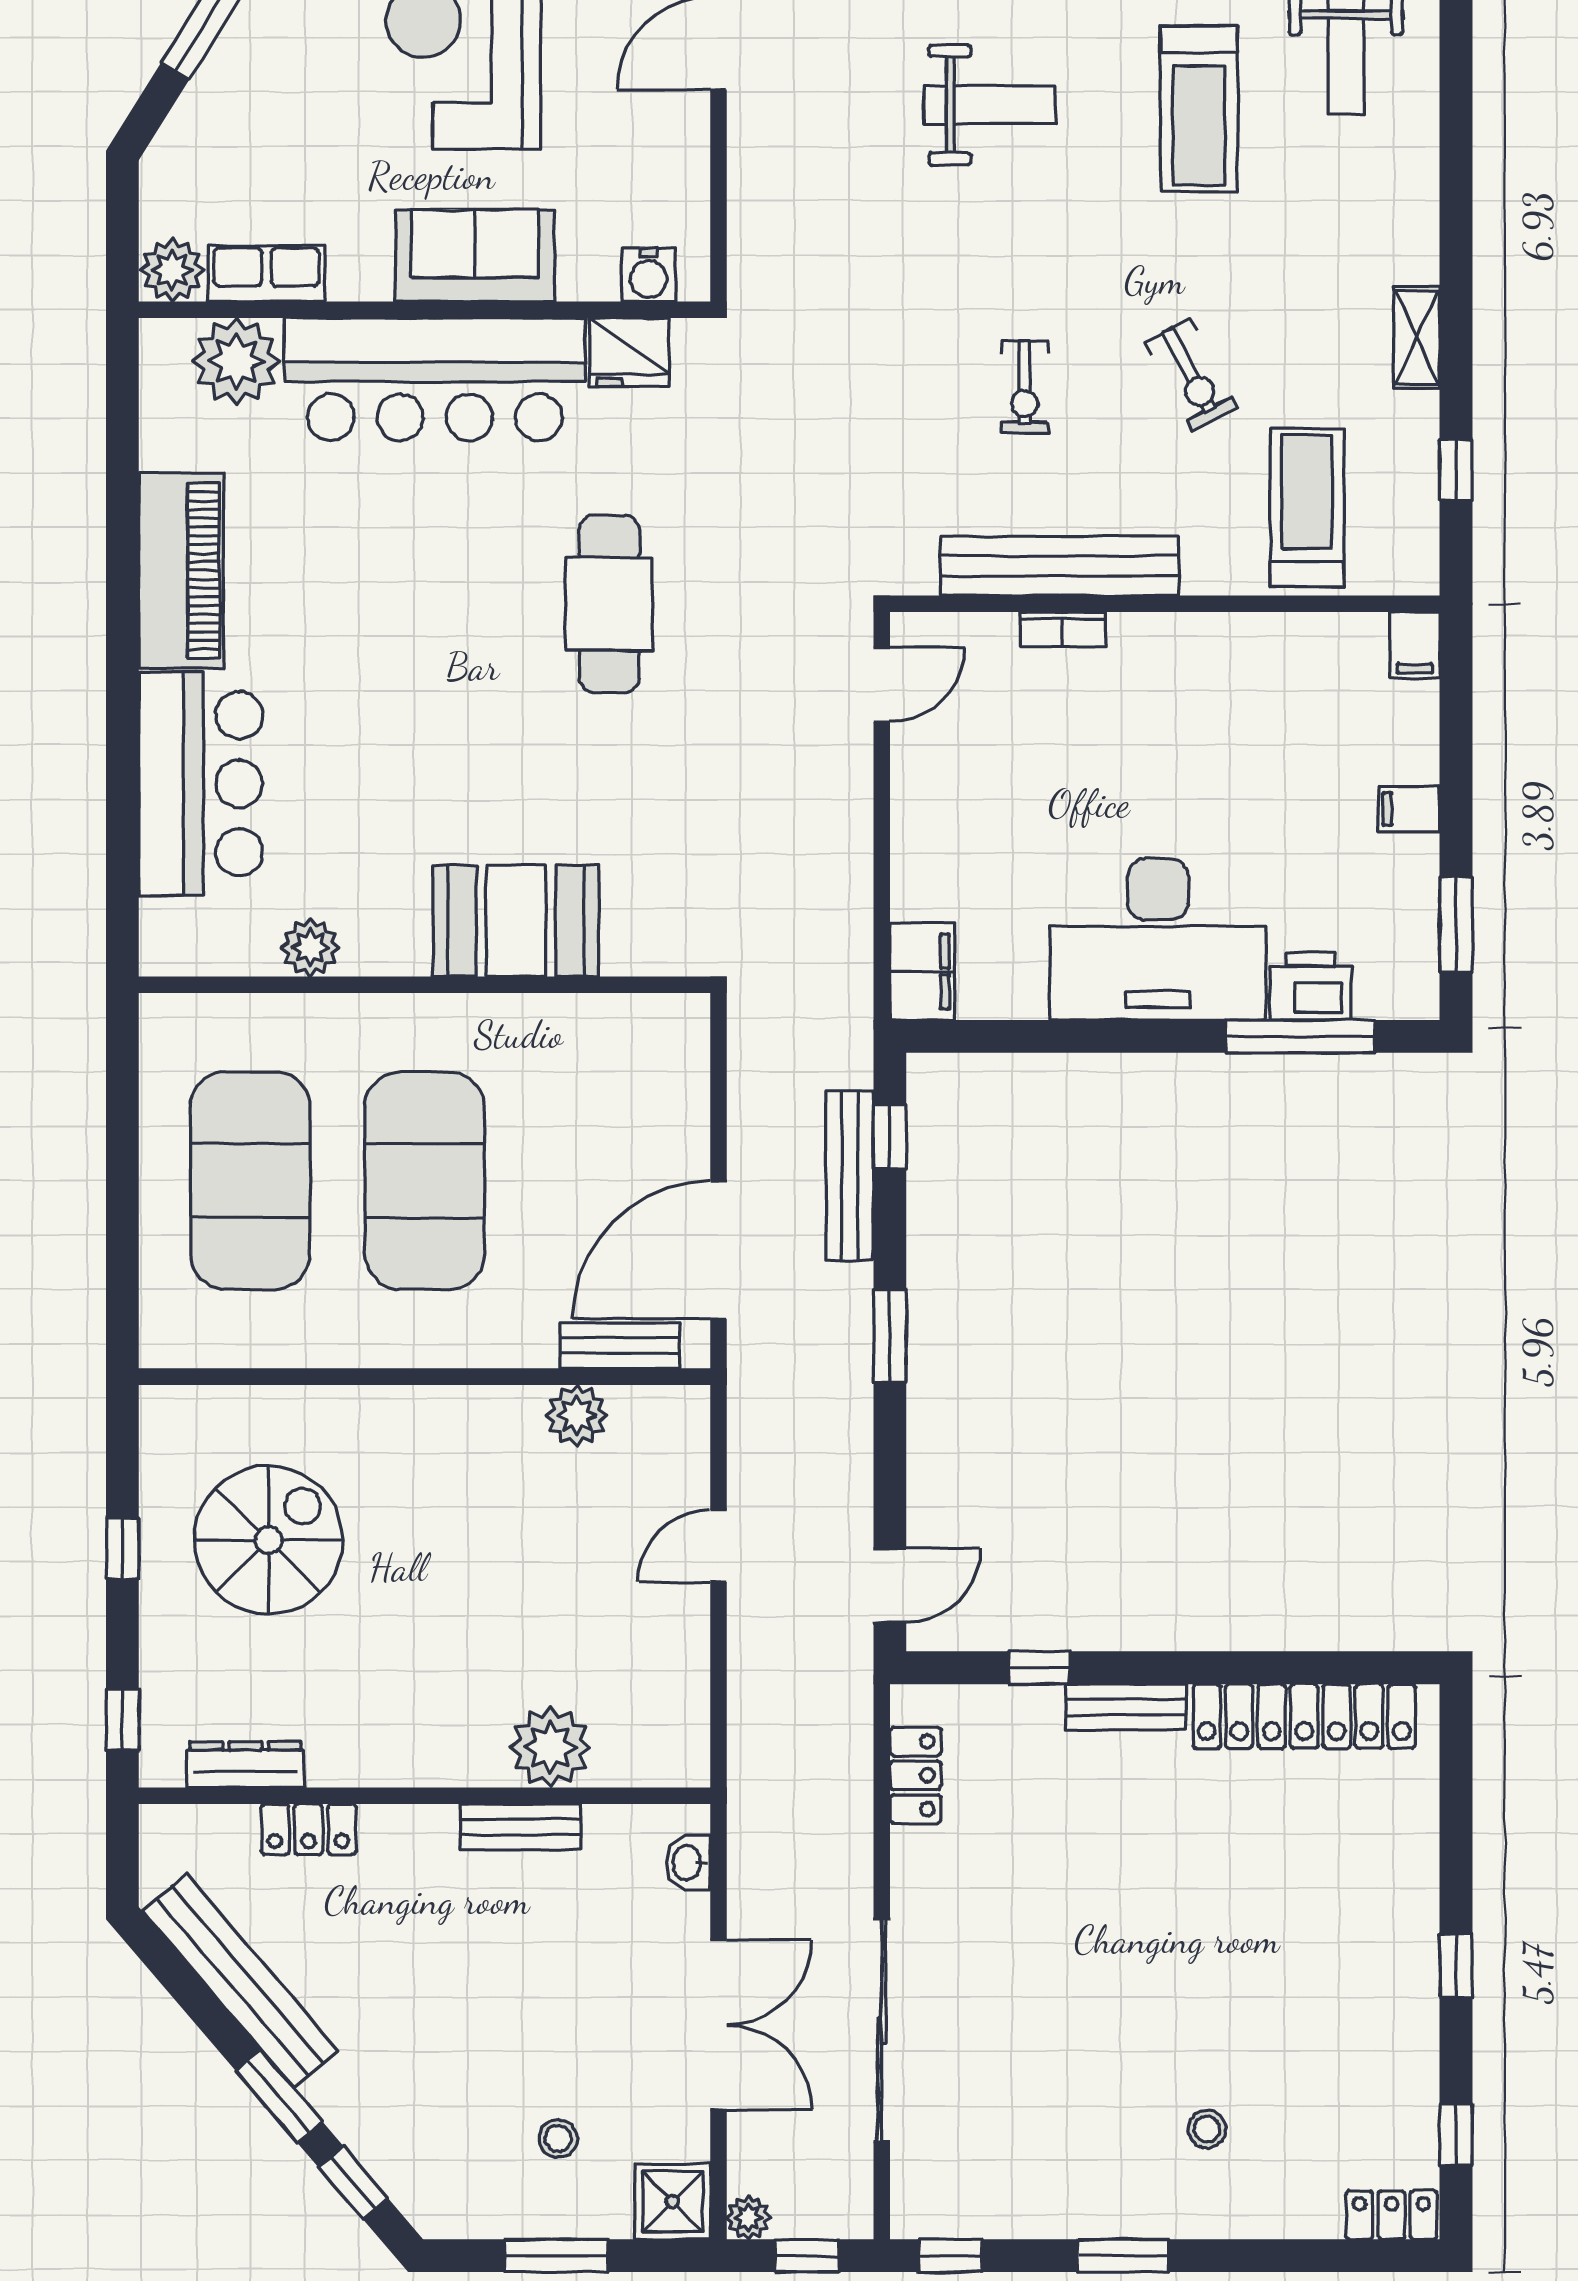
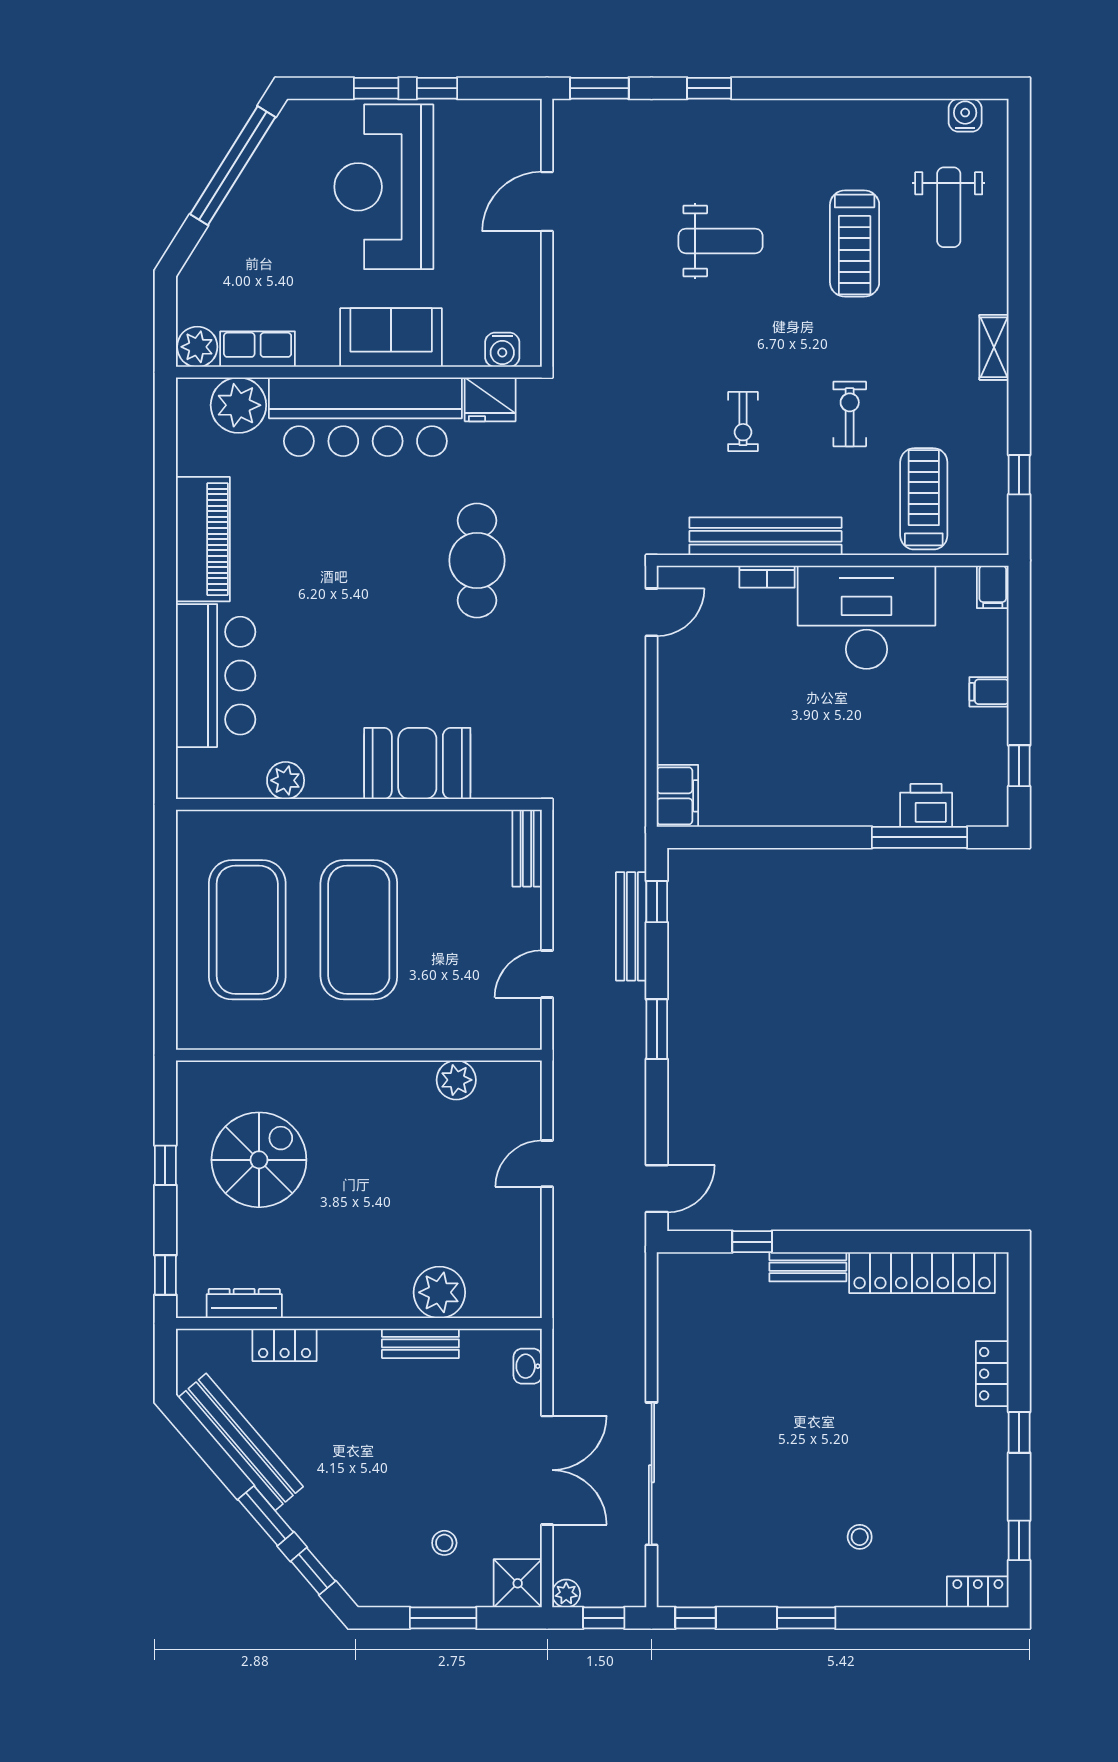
shelving: (1417, 337) -> (994, 347), moved
exercise bike: (1191, 375) -> (850, 414), turned -152
window: (1456, 925) -> (1019, 766), width x0.67
desk: (1158, 939) -> (866, 617), moved, turned 180
door: (718, 1250) -> (547, 974), width x0.53
bench: (620, 1345) -> (527, 848), moved, turned 90
locker: (916, 1775) -> (992, 1374), moved, turned 180

